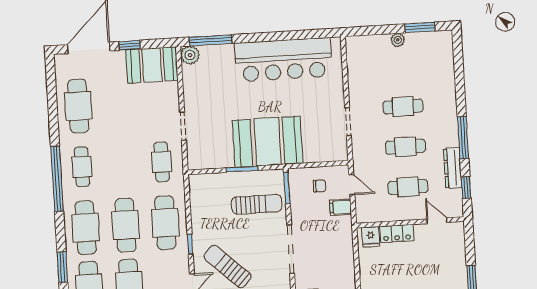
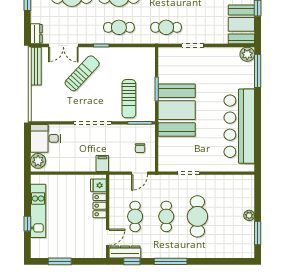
cafe table: (403, 107) -> (197, 216), width x1.37, depth x1.35
dresser: (453, 168) -> (125, 252), moved
filing cabinet: (341, 207) -> (102, 163), moved
cafe table: (165, 223) -> (119, 27), width x0.73, depth x0.74

